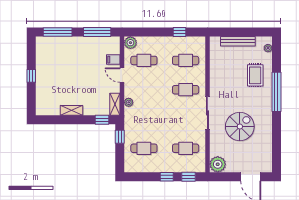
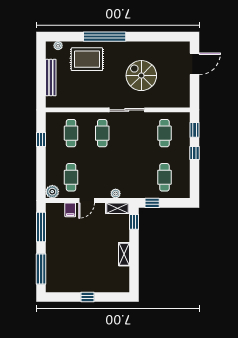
rug: (255, 75) -> (87, 59), width x1.36, depth x1.43
plant: (218, 164) -> (181, 99), removed

